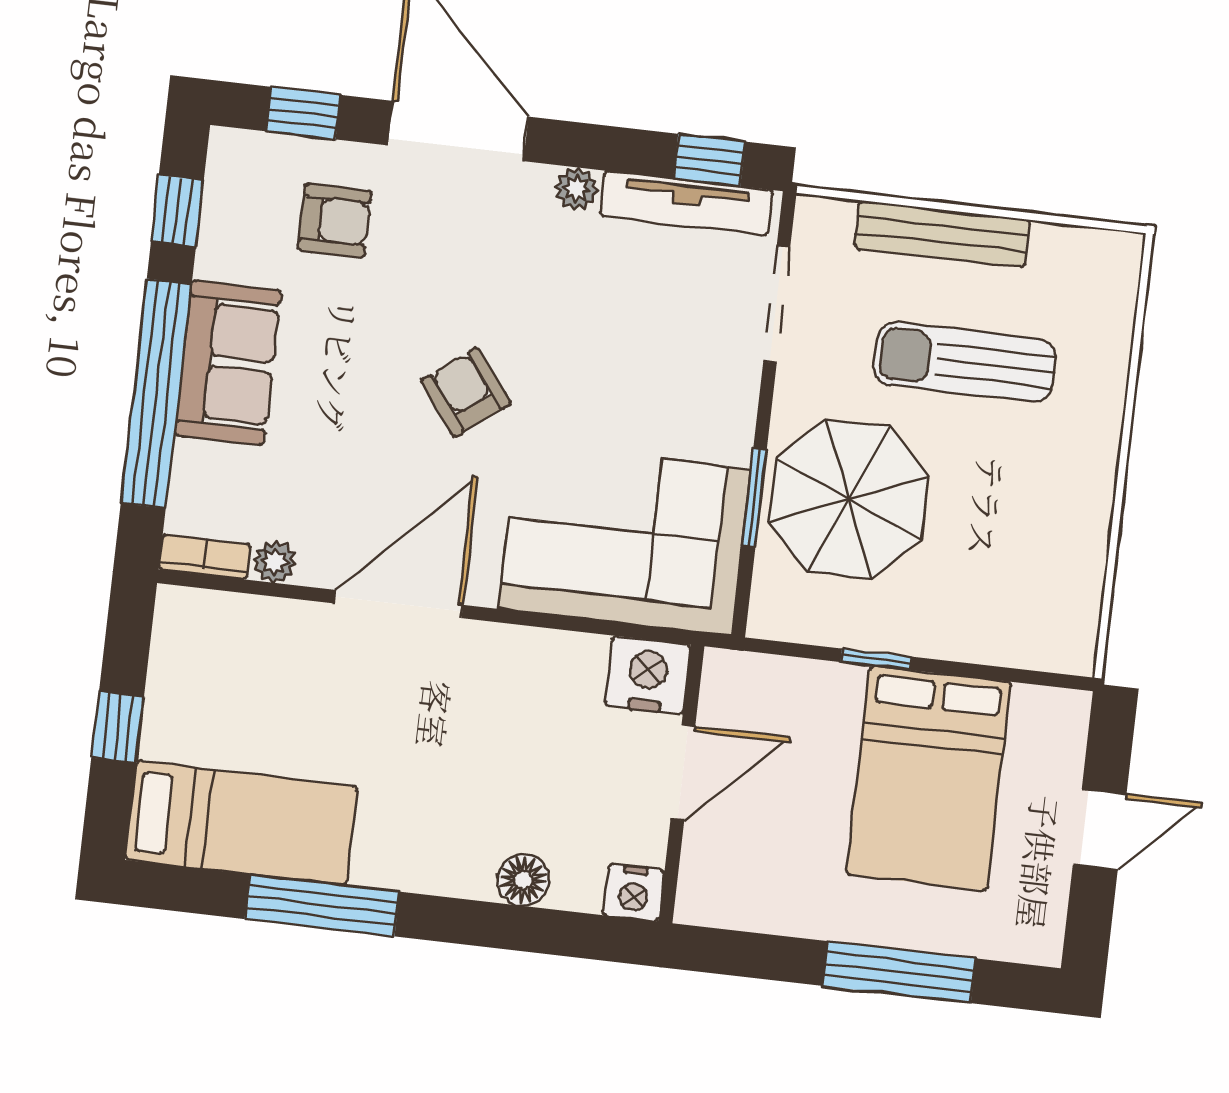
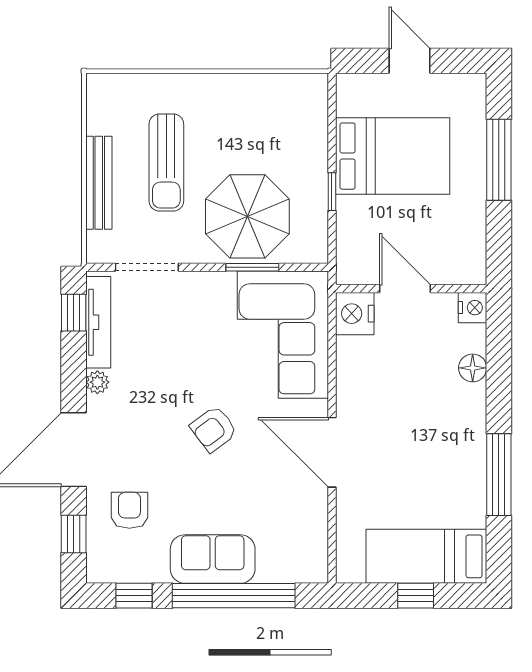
bookcase: (205, 557) -> (319, 559), removed
plant: (275, 562) -> (317, 521), removed
bed: (241, 823) -> (426, 556), moved, turned -90

